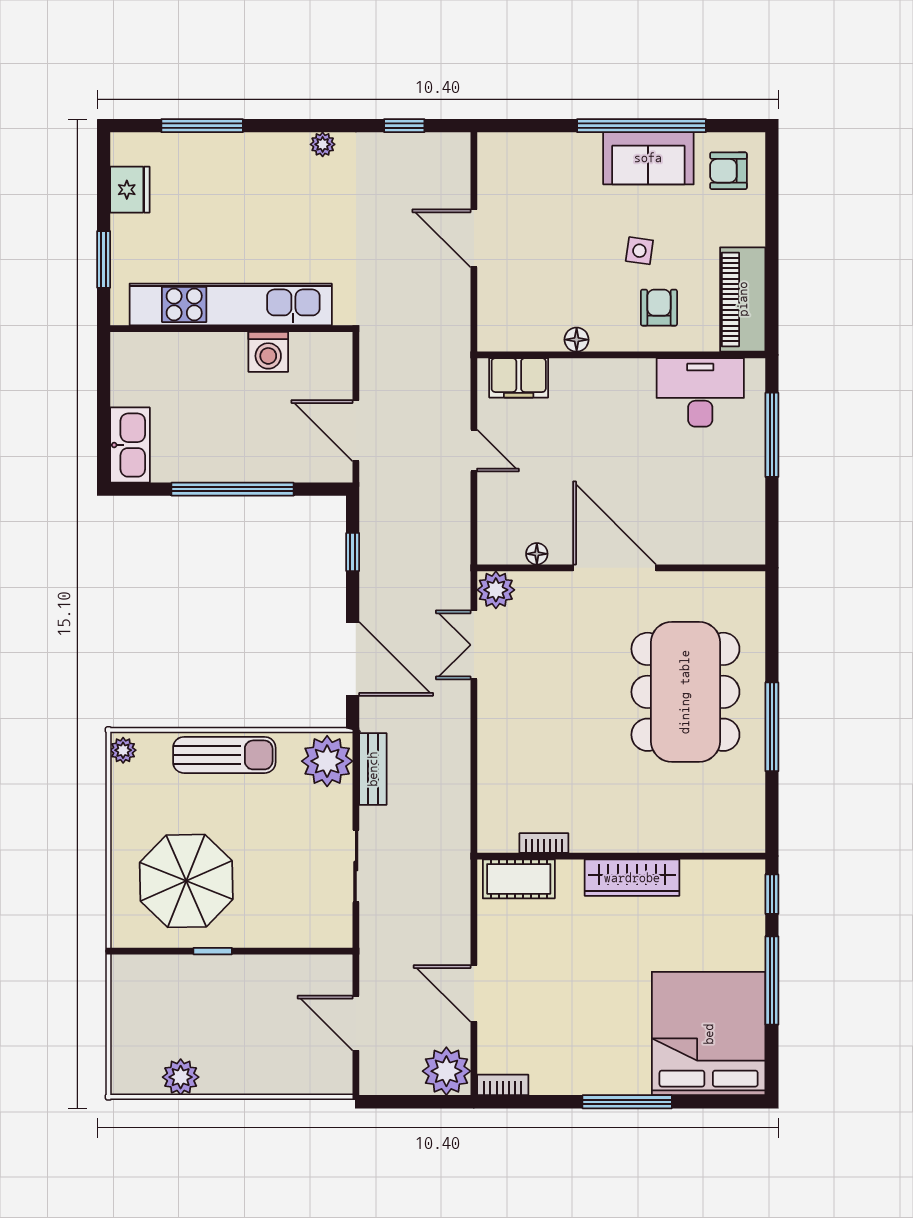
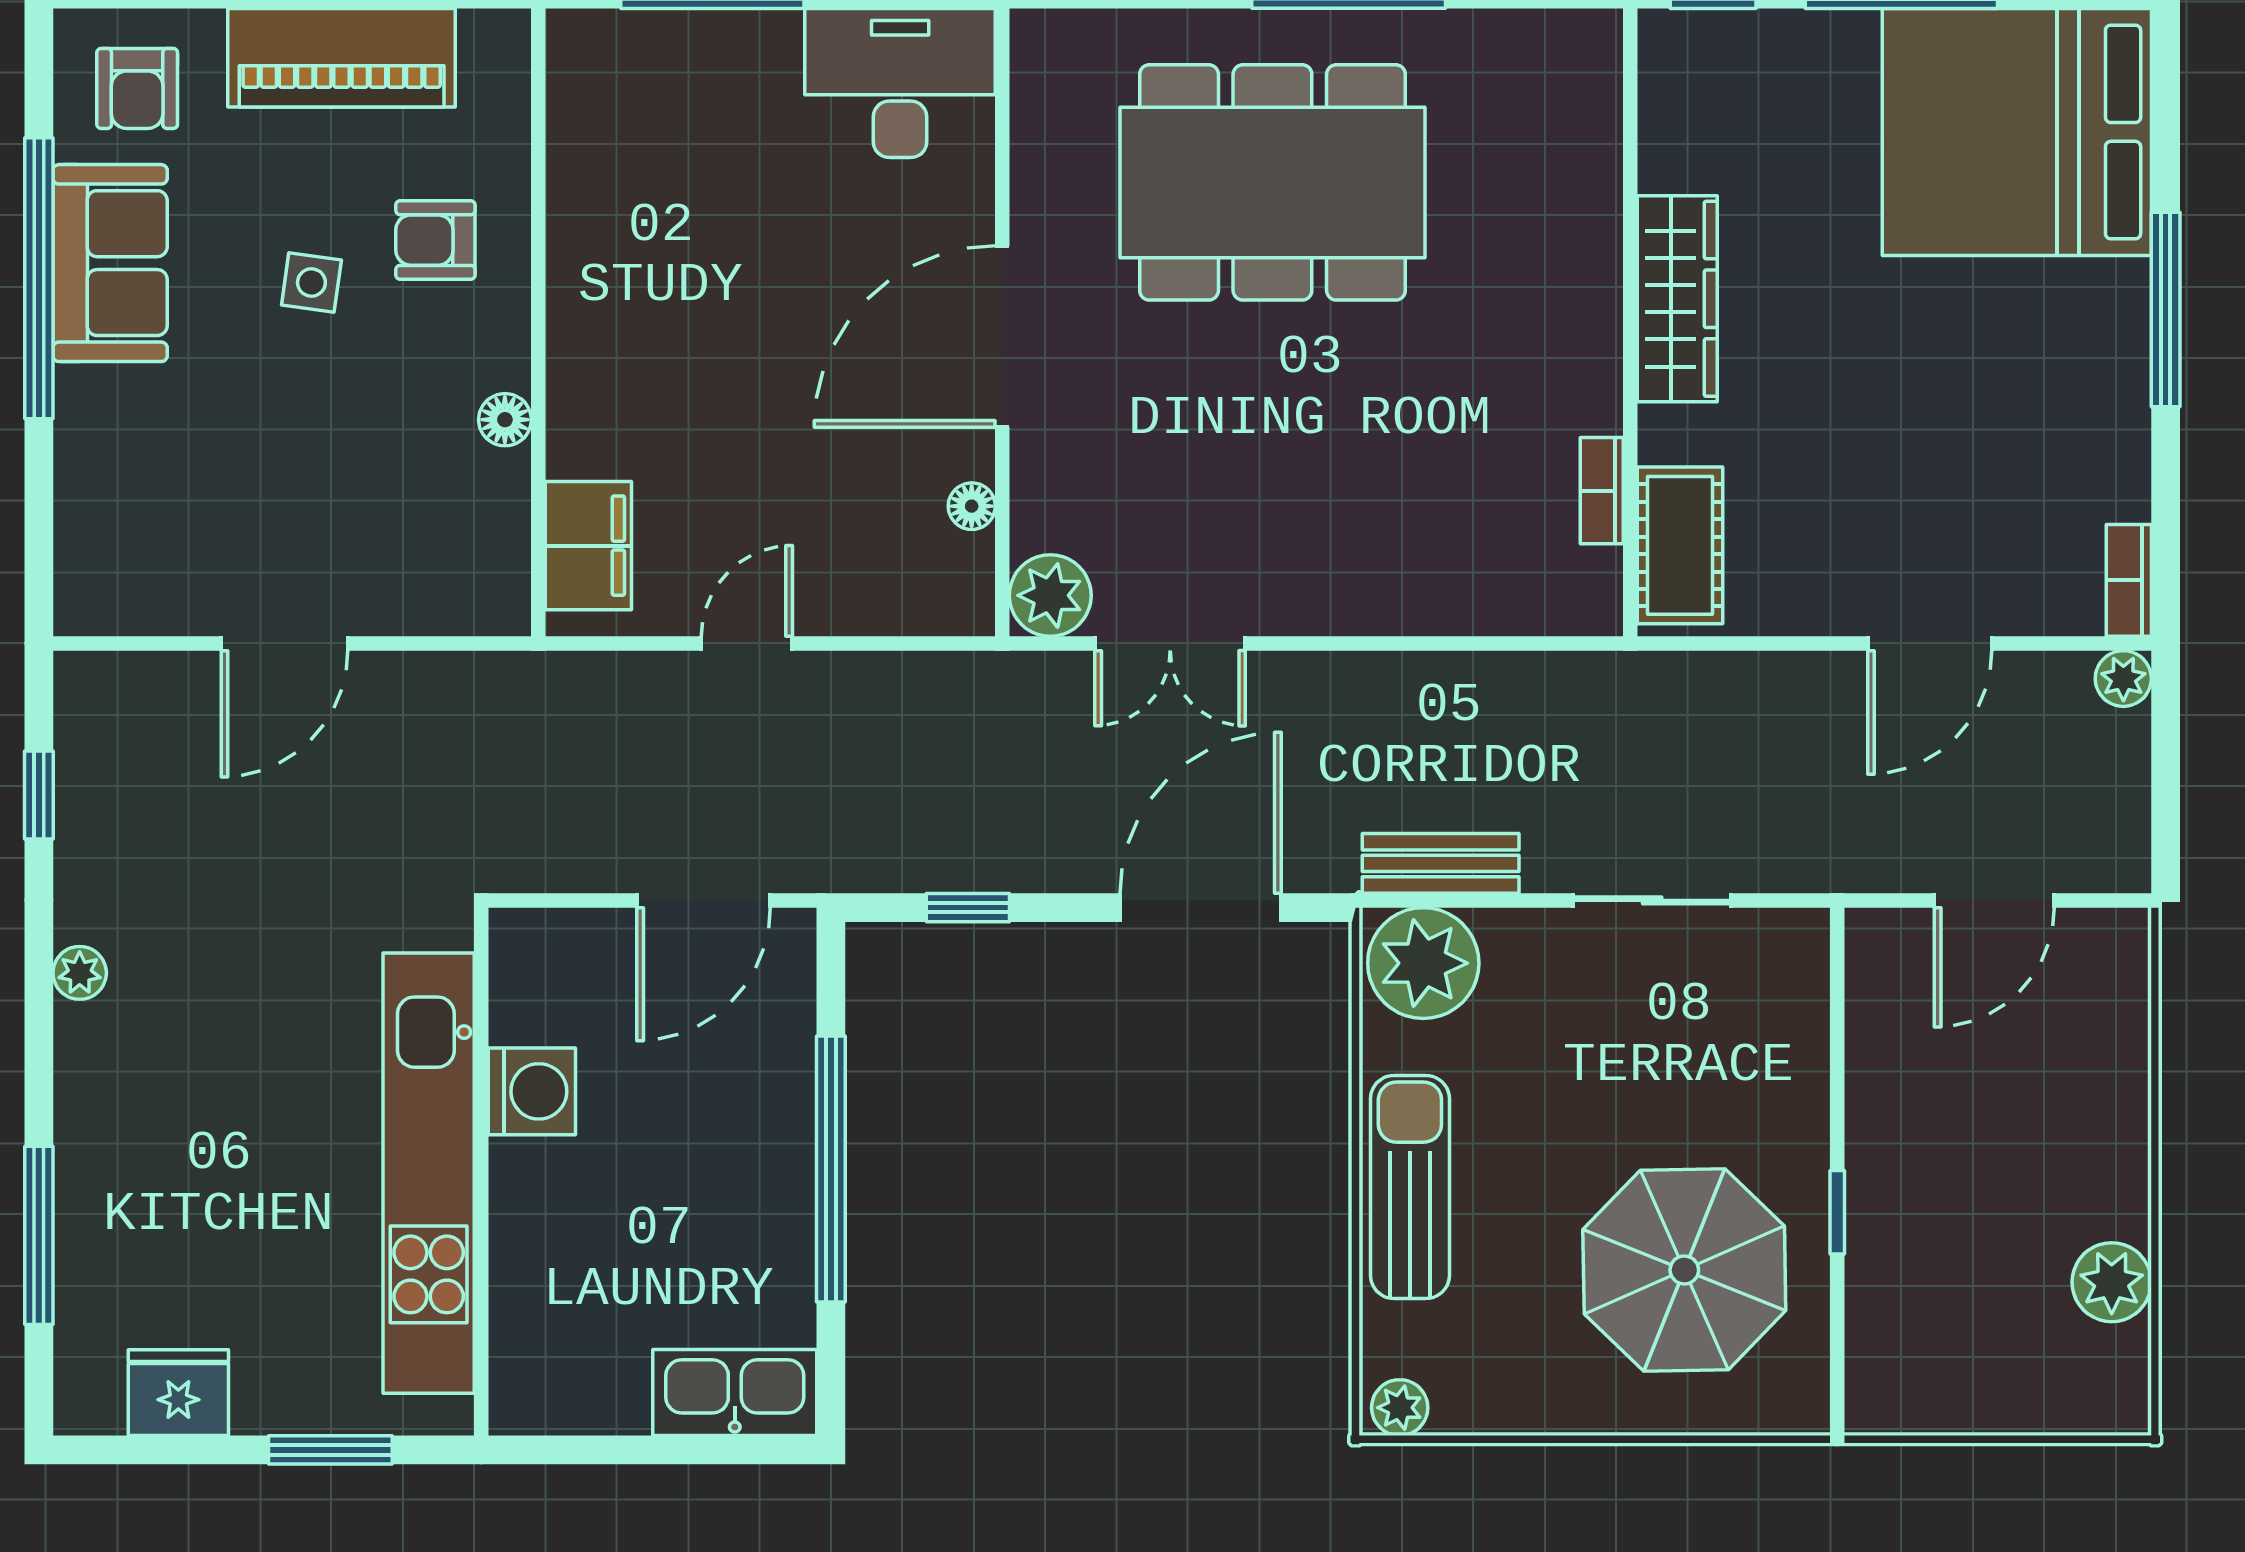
piano: (743, 299) -> (342, 58), moved
desk: (700, 392) -> (900, 83), moved, turned 90
plant: (446, 1071) -> (2123, 679), width x0.53, depth x0.53

